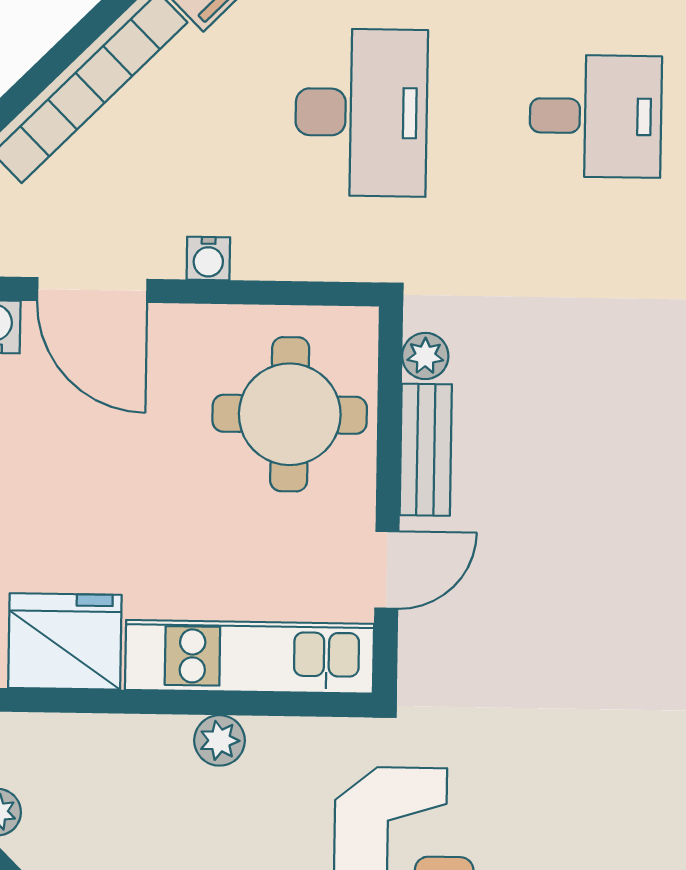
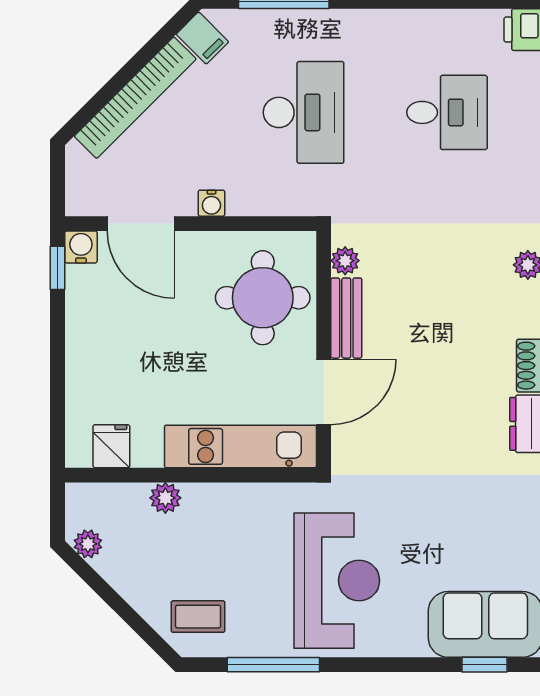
door: (387, 570) -> (324, 392), width x1.38
fridge: (65, 641) -> (111, 446), width x0.53, depth x0.75
plant: (219, 740) -> (165, 498), moved

